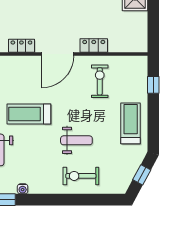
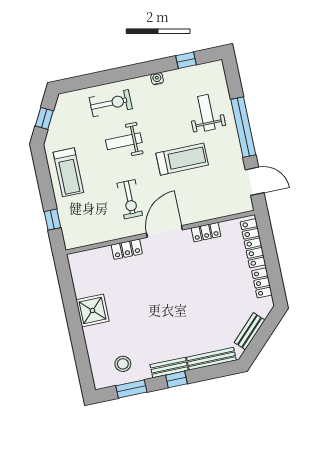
exercise bike: (100, 81) -> (130, 199), moved
water cooler: (23, 189) -> (157, 79), moved

